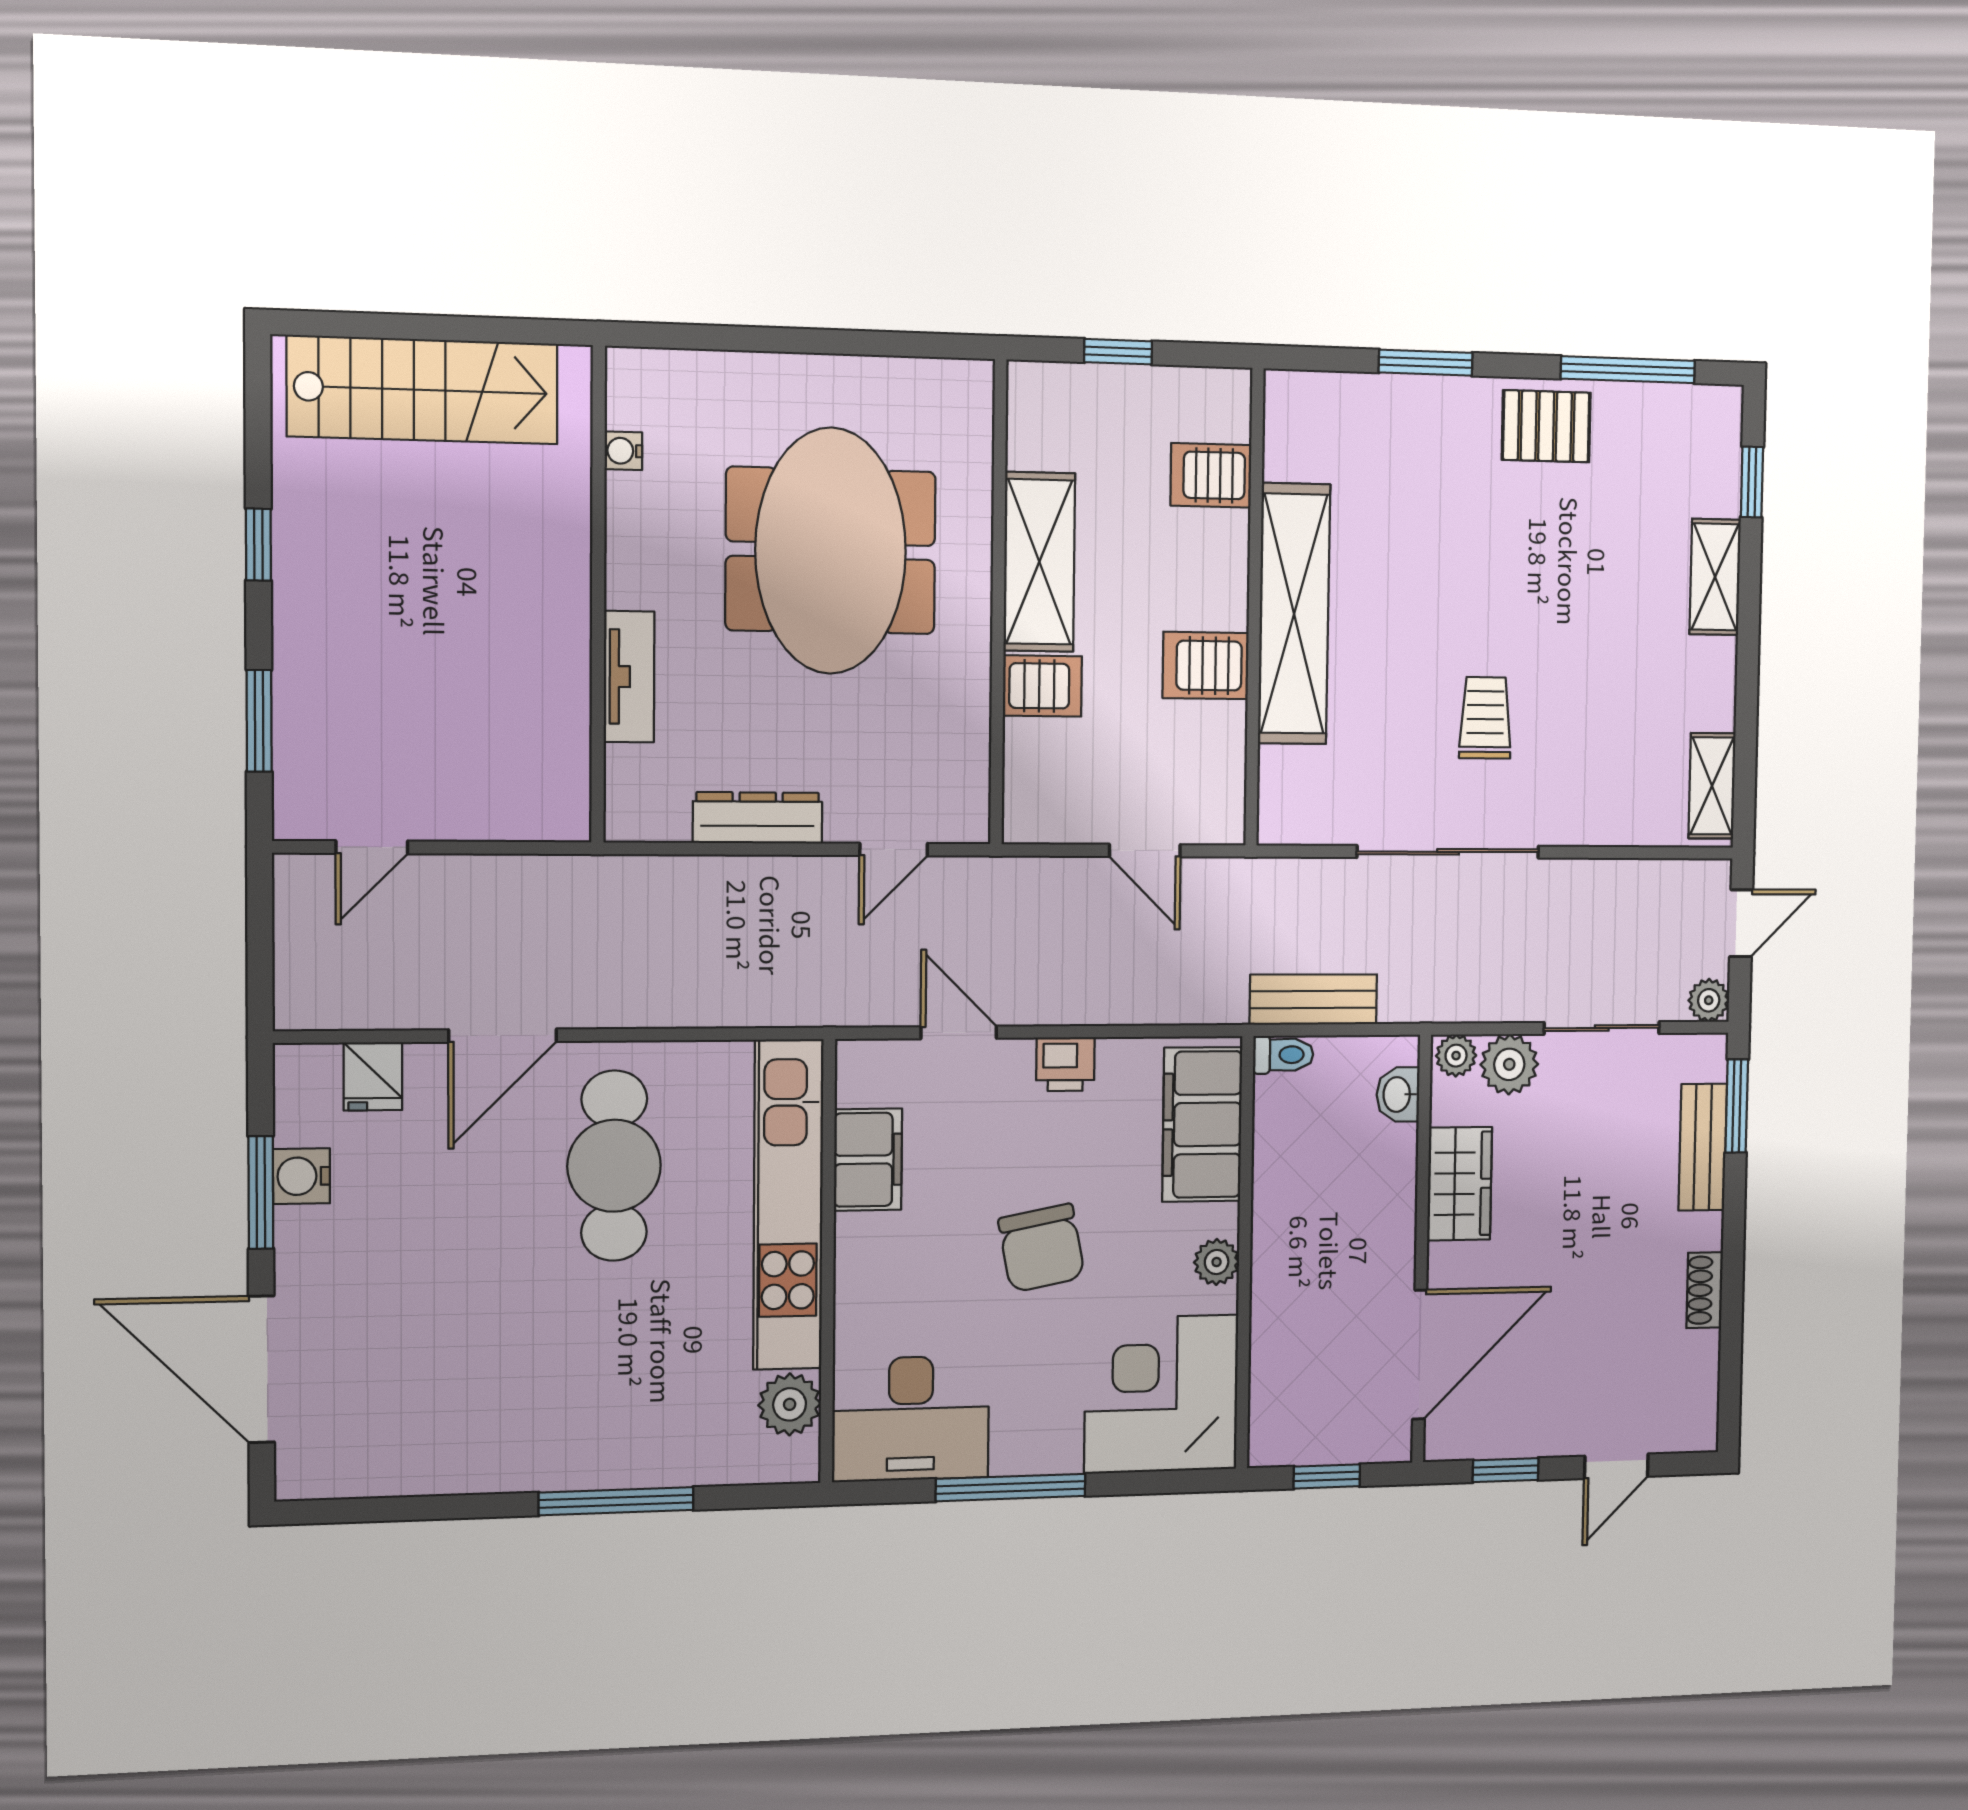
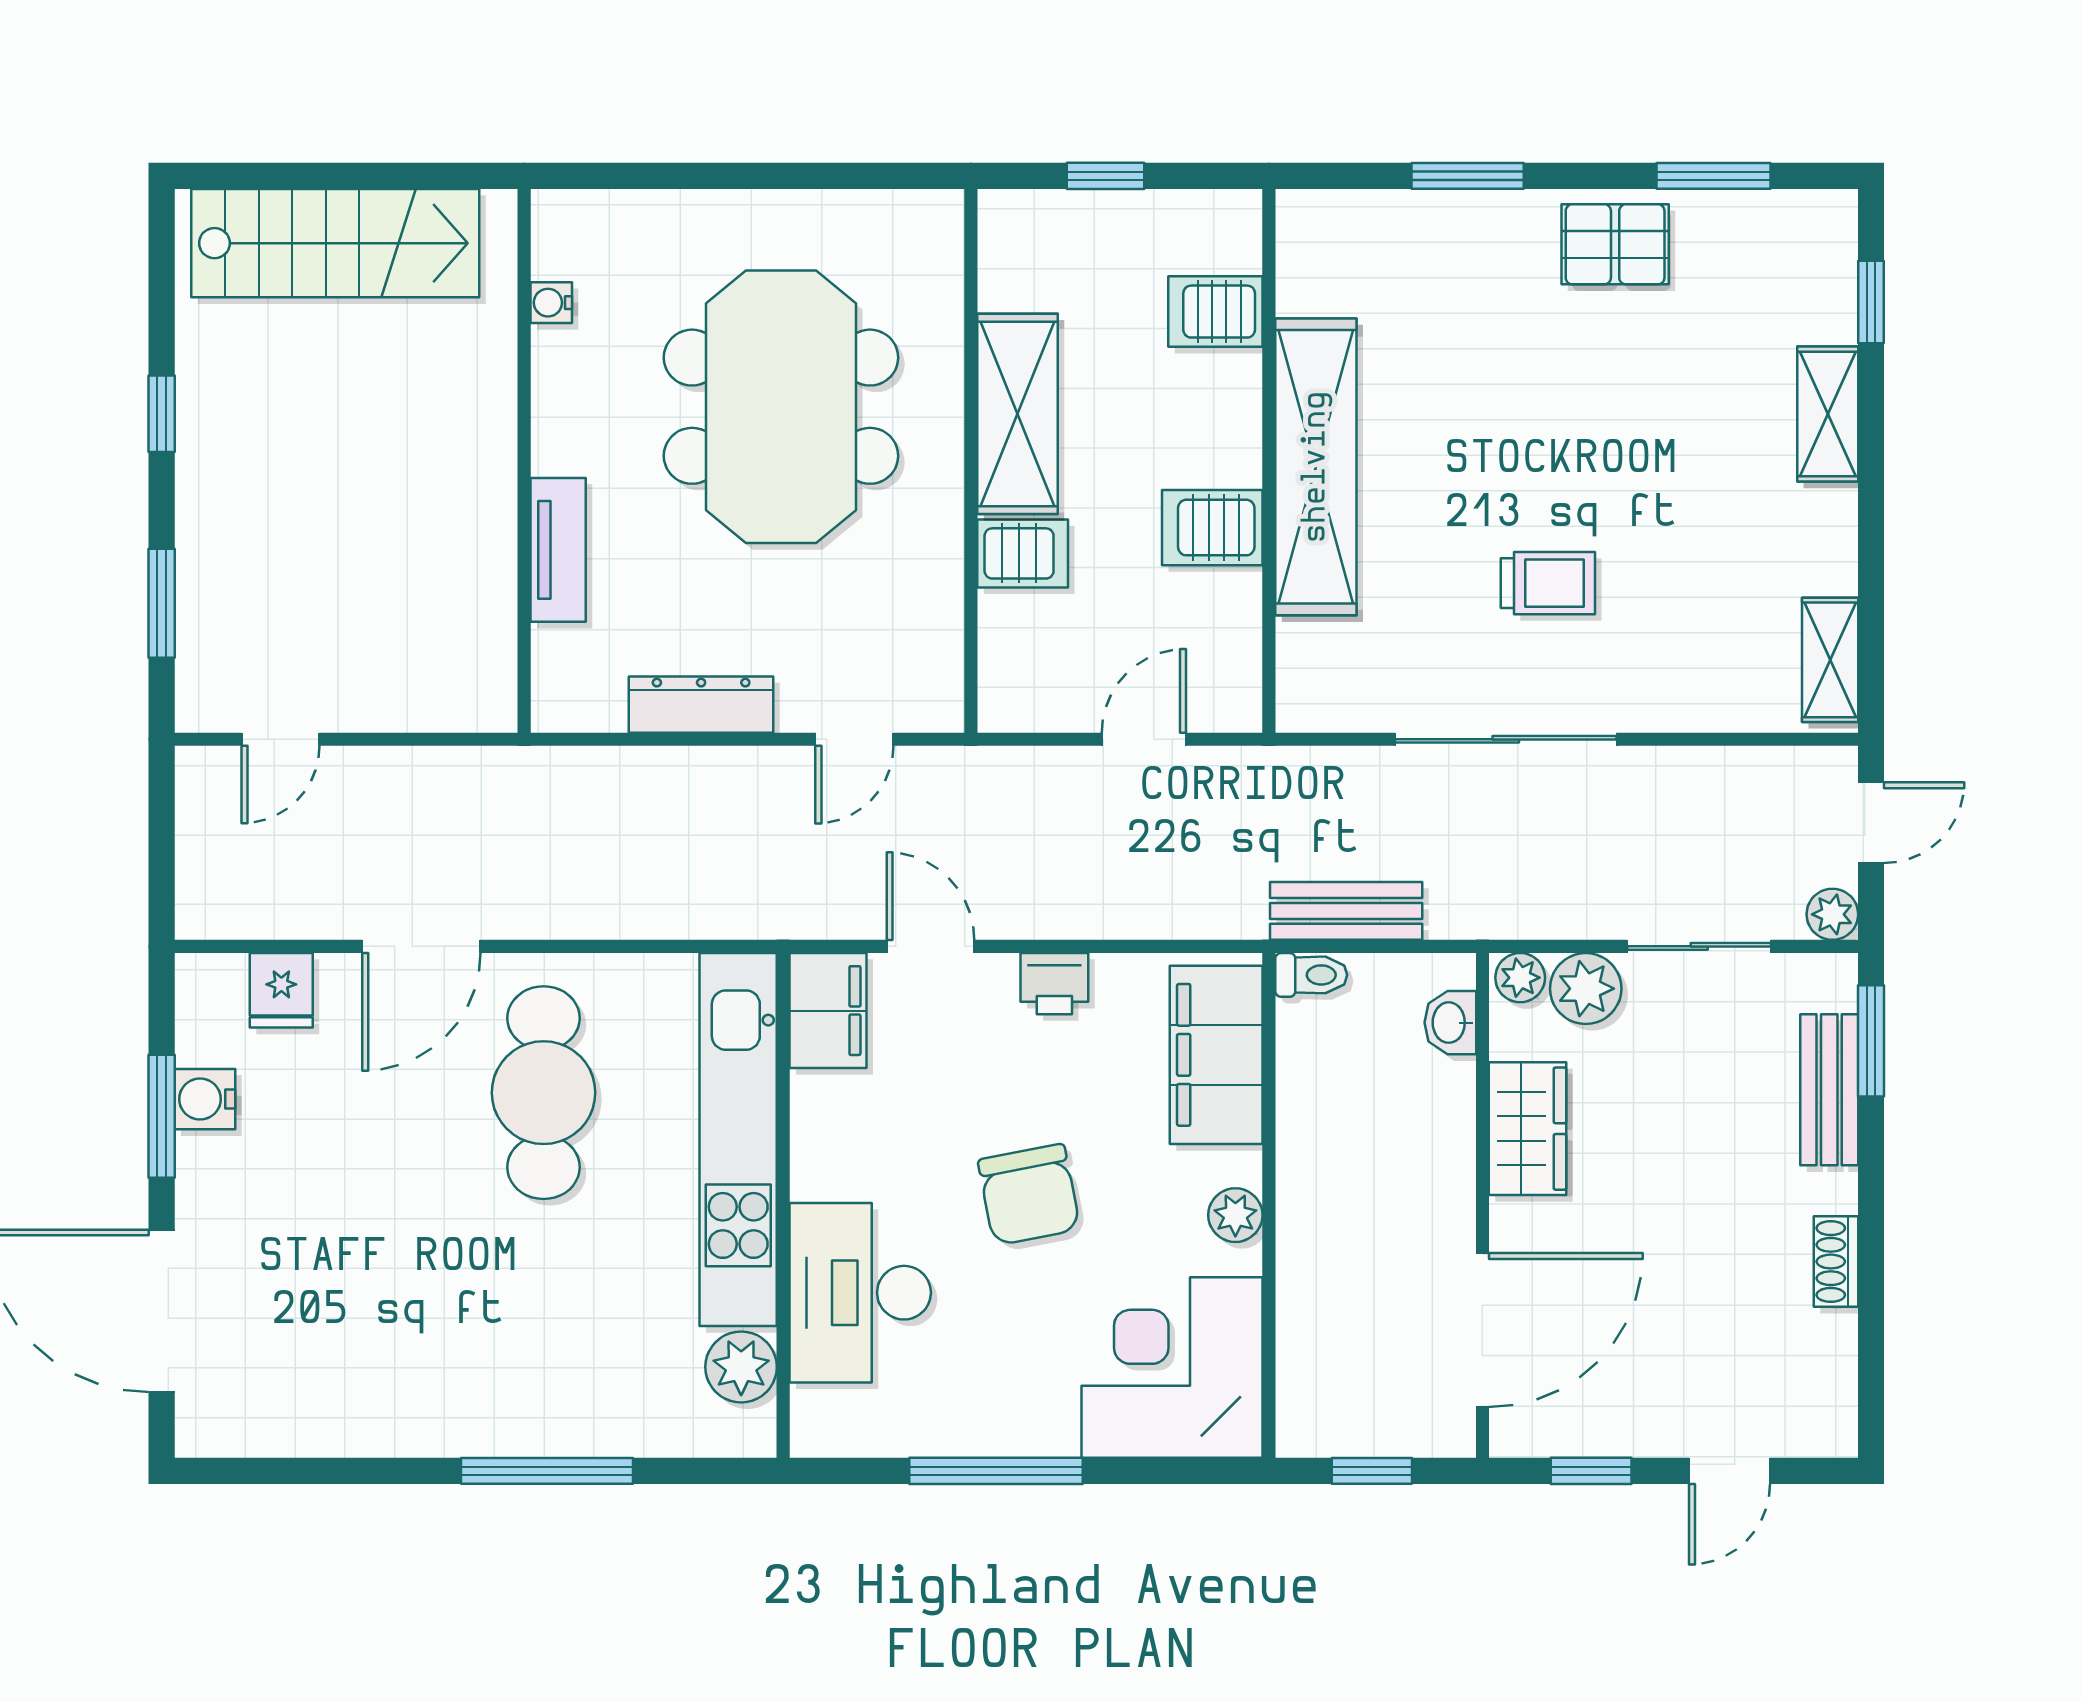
window: (1628, 370) -> (1714, 176), width x0.69
trolley: (1485, 718) -> (1548, 583), turned 90
door: (1145, 851) -> (1144, 739), swing flipped
filing cabinet: (868, 1160) -> (828, 1011), moved
desk: (911, 1419) -> (860, 1293), moved, turned 90

